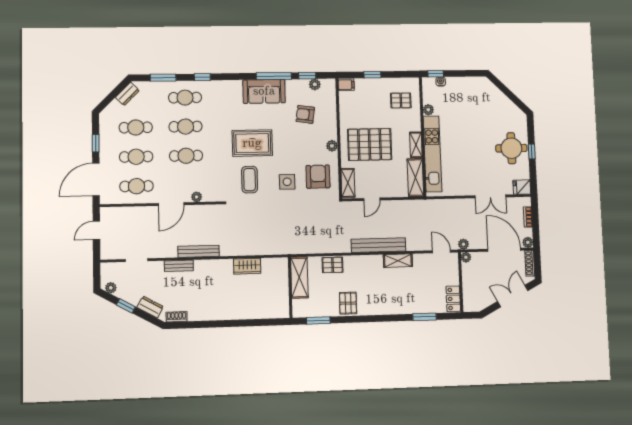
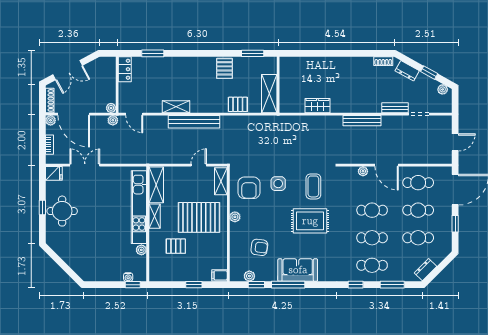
pallet: (401, 100) -> (176, 246), moved
door: (171, 204) -> (387, 165), swing flipped
bench: (179, 266) -> (395, 108), moved

